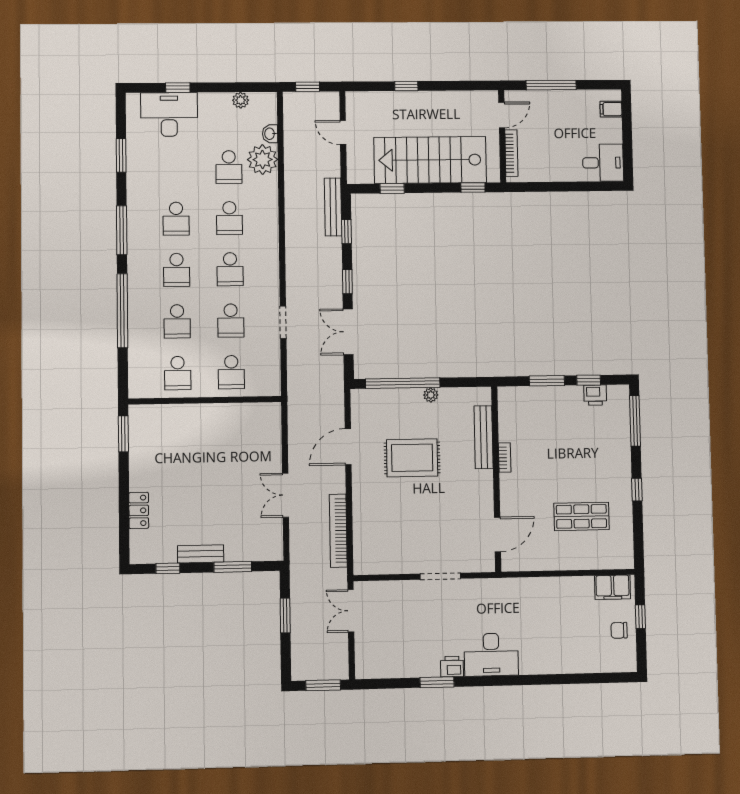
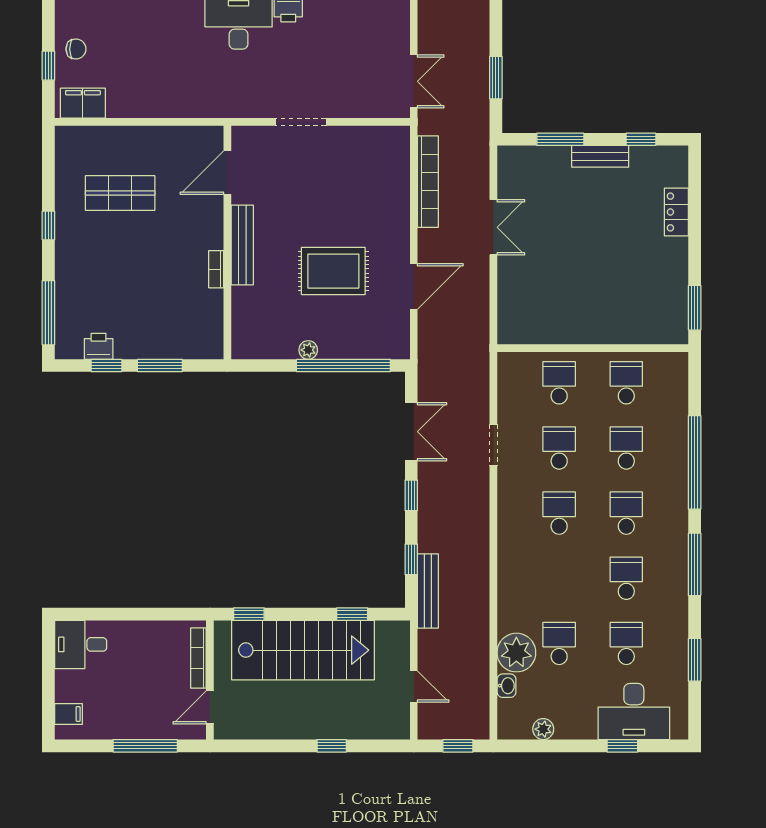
school desk: (229, 218) -> (626, 643), moved
bench: (484, 437) -> (242, 245), moved

